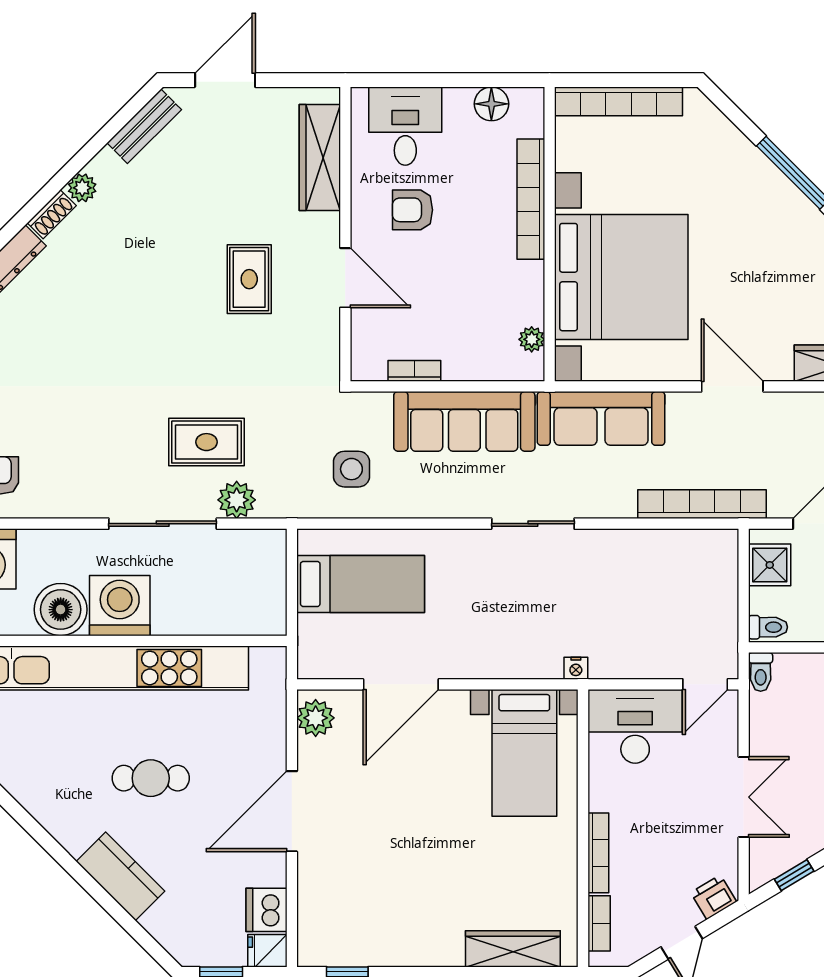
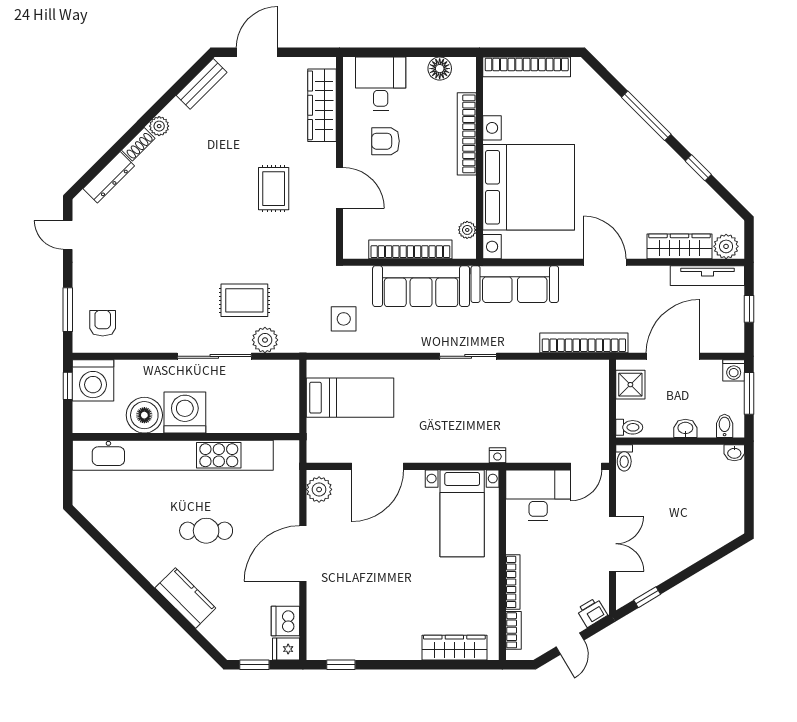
bookcase: (414, 371) -> (410, 249), width x2.31, depth x1.31

